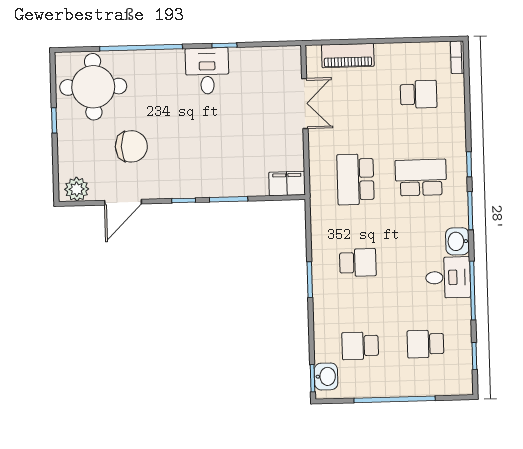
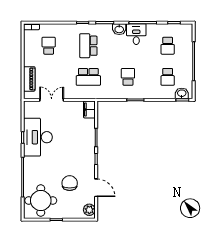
desk: (207, 71) -> (38, 137), width x1.87, depth x1.30

